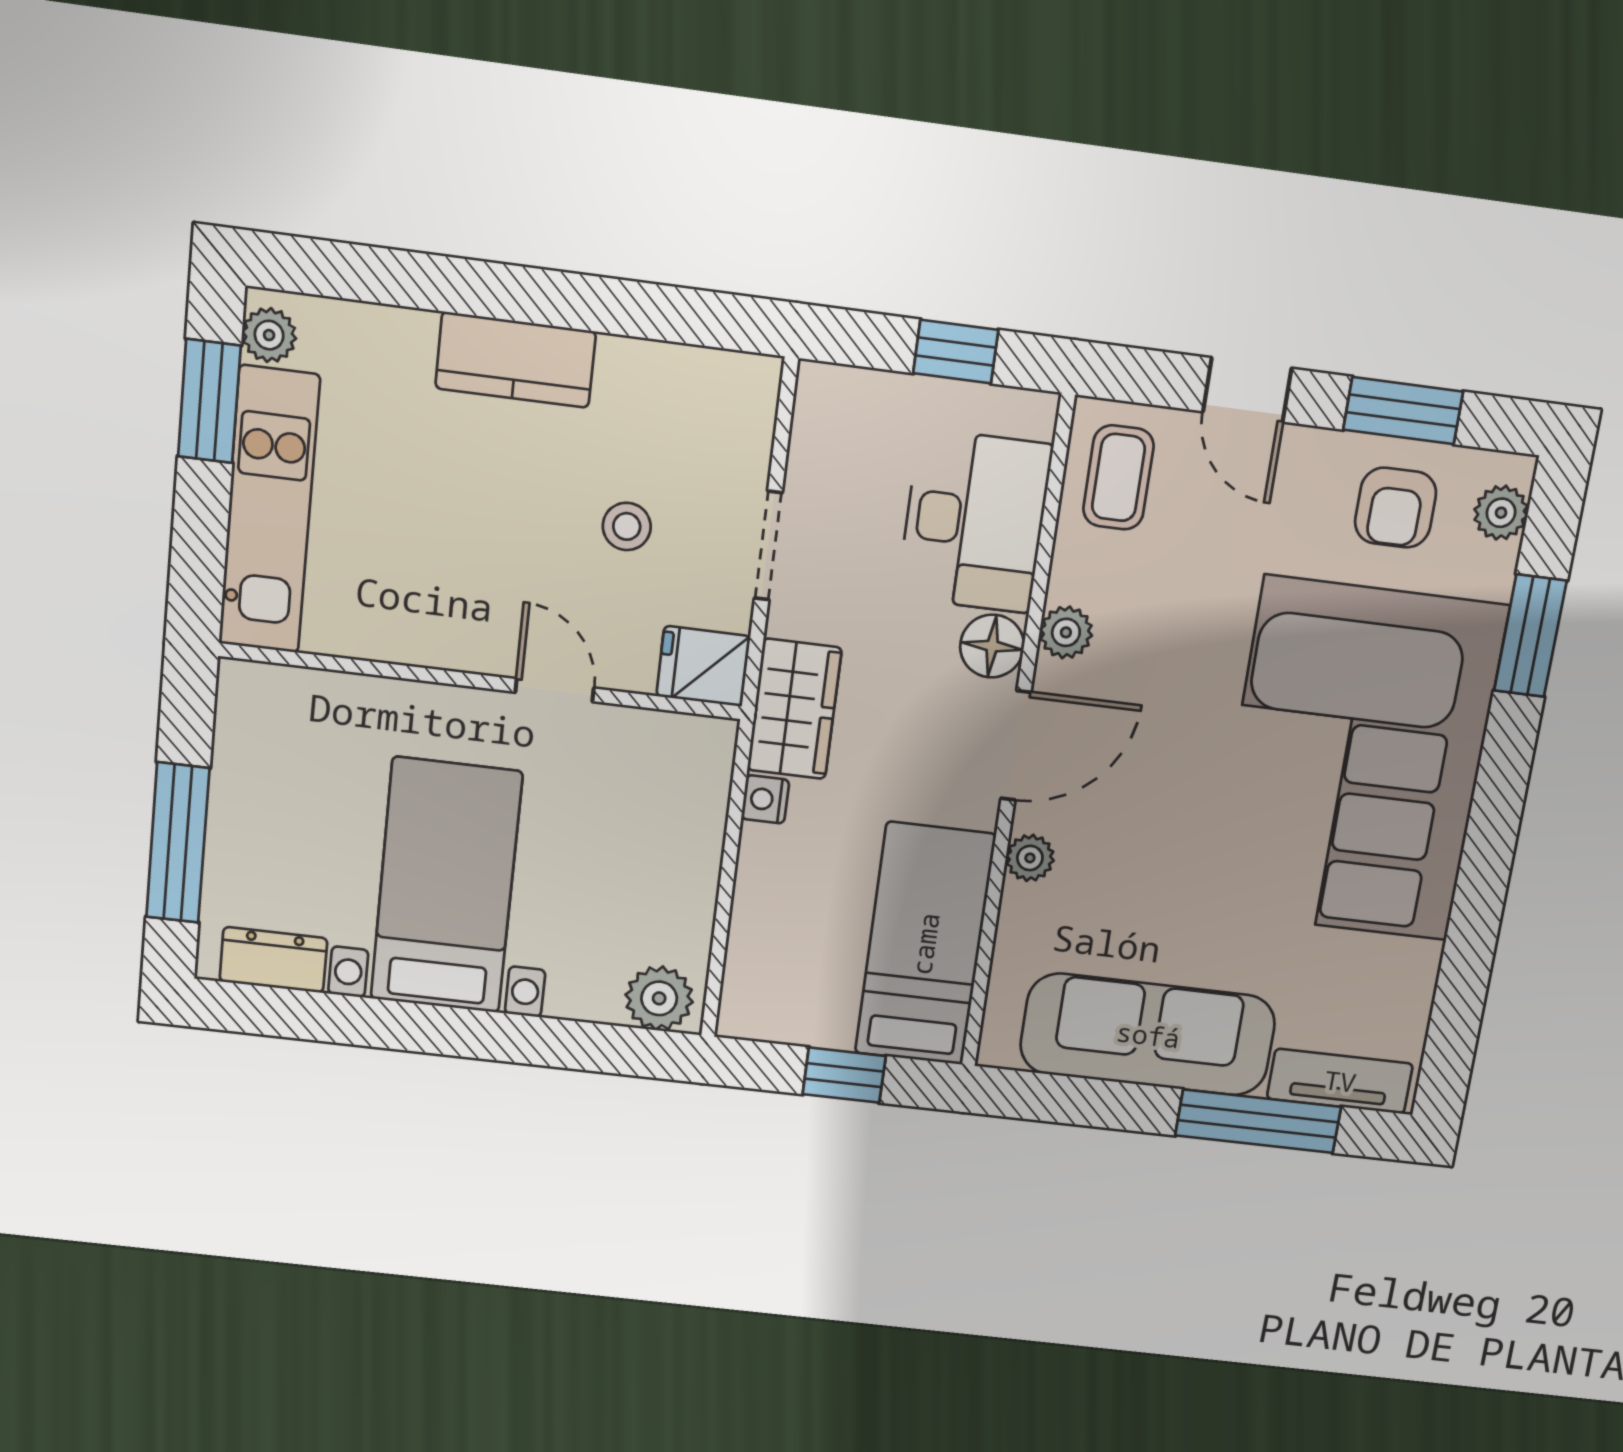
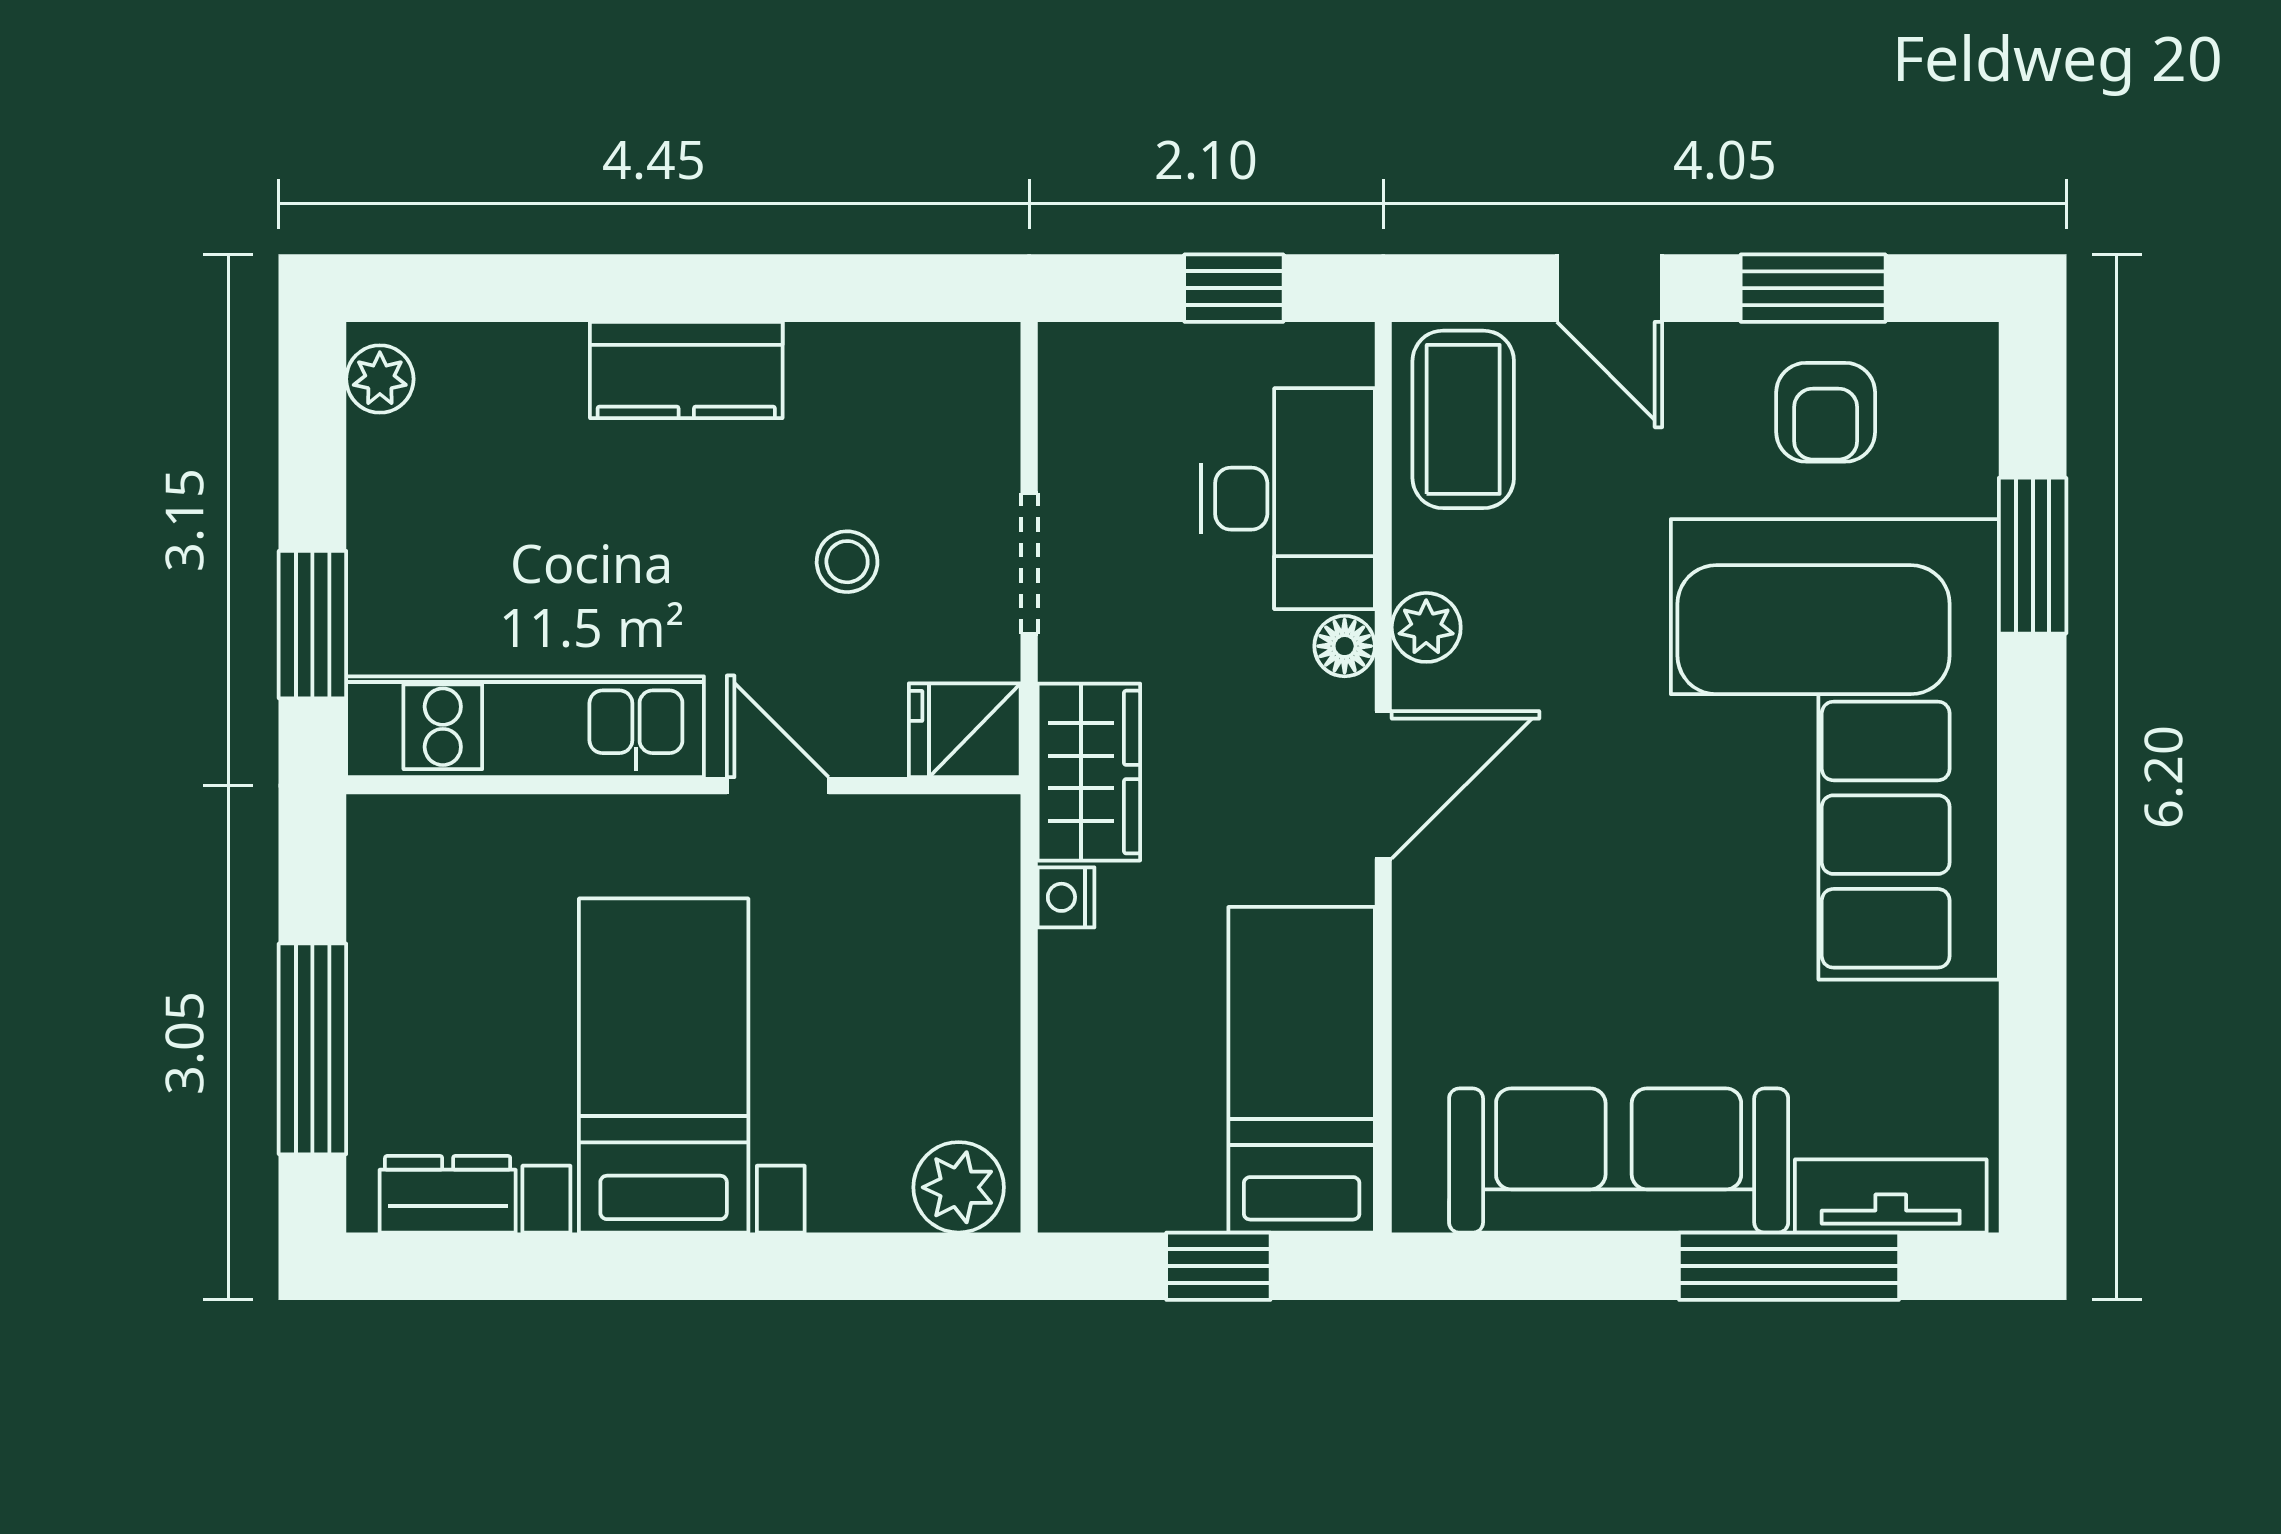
window: (209, 401) -> (312, 625), moved
coffee table: (1118, 477) -> (1463, 419), width x1.36, depth x1.30
kitchen unit: (269, 510) -> (525, 727), moved, turned -90
plant: (1501, 513) -> (1963, 401), removed
floor lamp: (992, 646) -> (1345, 646), width x0.73, depth x0.73
plant: (1030, 858) -> (1424, 934), removed

